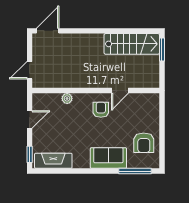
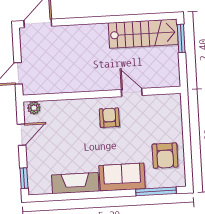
door: (120, 91) -> (132, 92), swing flipped
plant: (67, 98) -> (34, 108), moved
fireplace: (53, 161) -> (75, 183), moved

